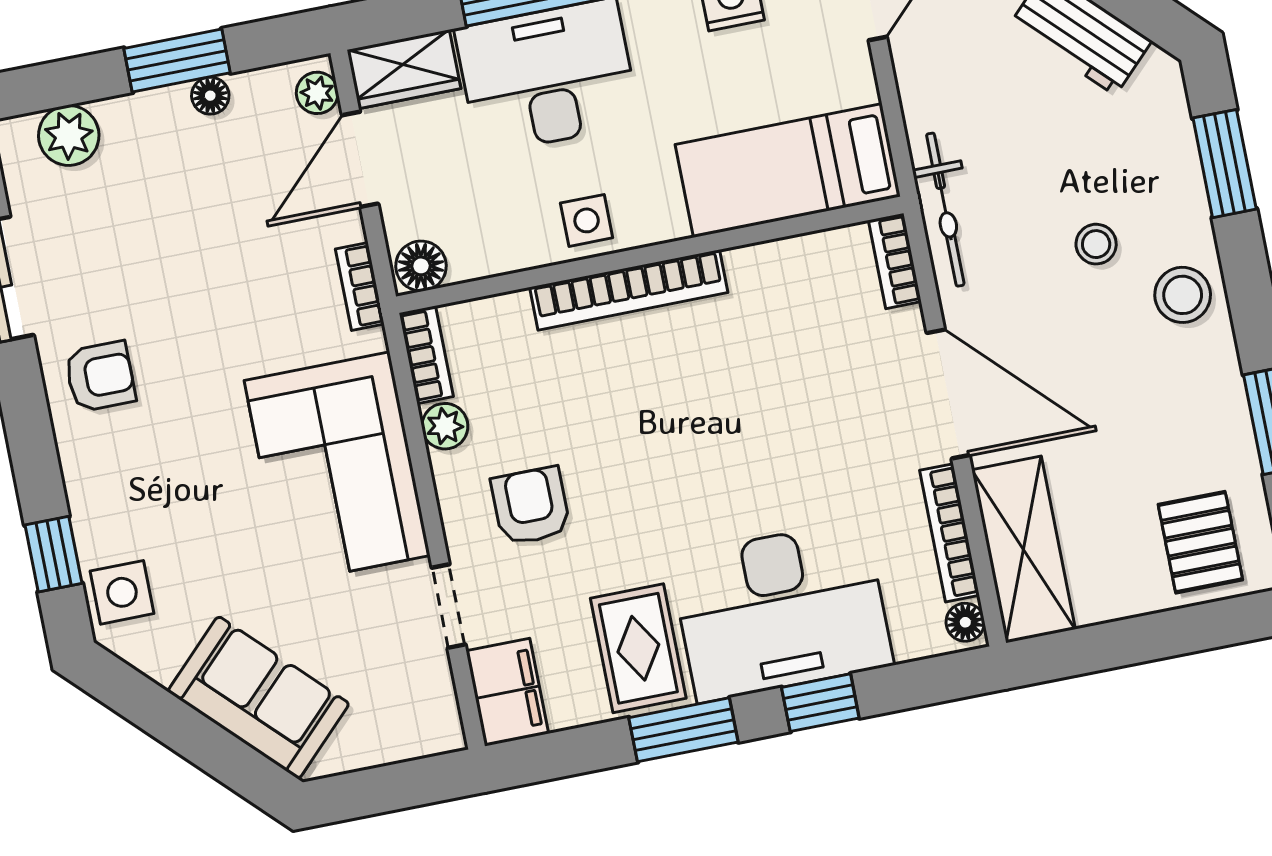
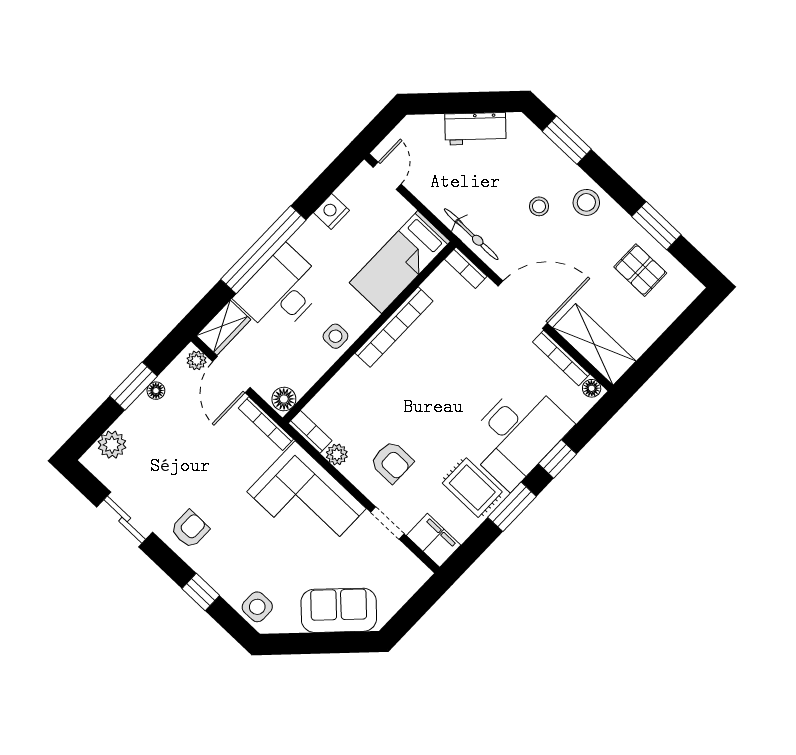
bookcase: (360, 287) -> (266, 424), width x1.56
bookcase: (629, 290) -> (394, 327), moved
armchair: (531, 506) -> (392, 462), turned 180
pallet: (1200, 542) -> (640, 270), moved
window: (54, 554) -> (201, 592), moved

